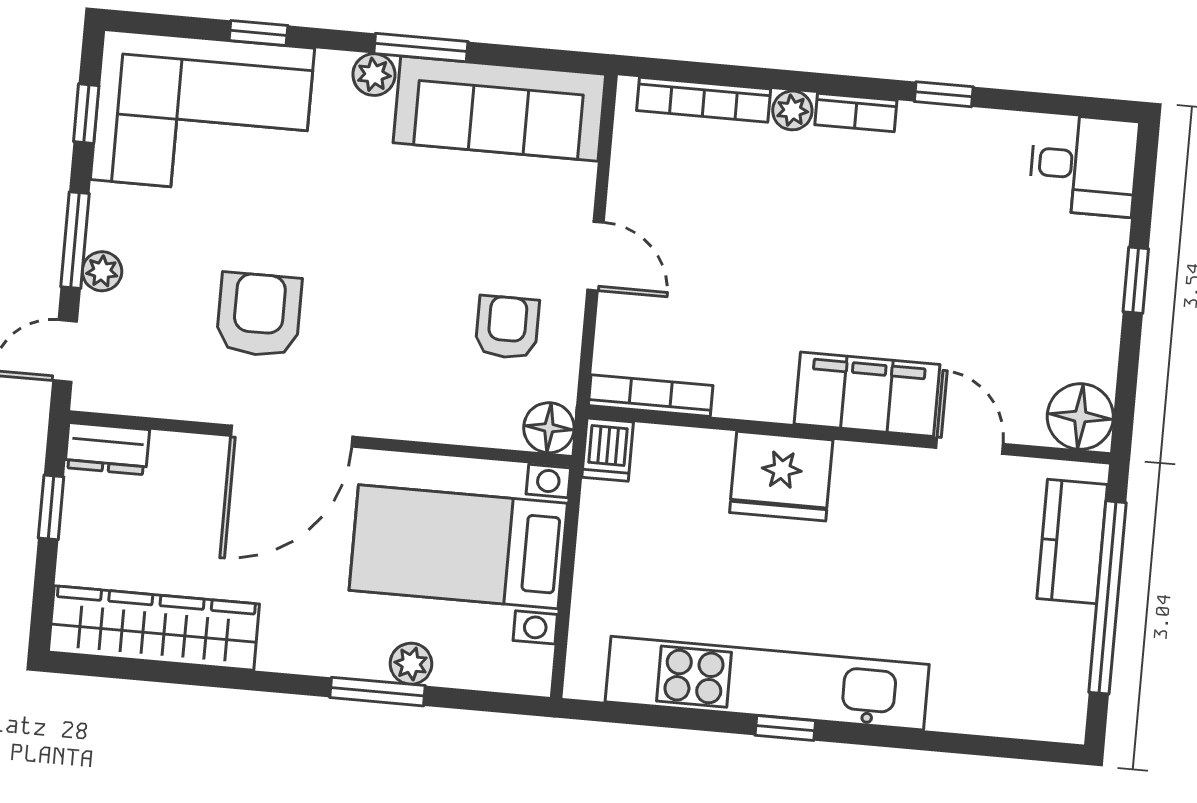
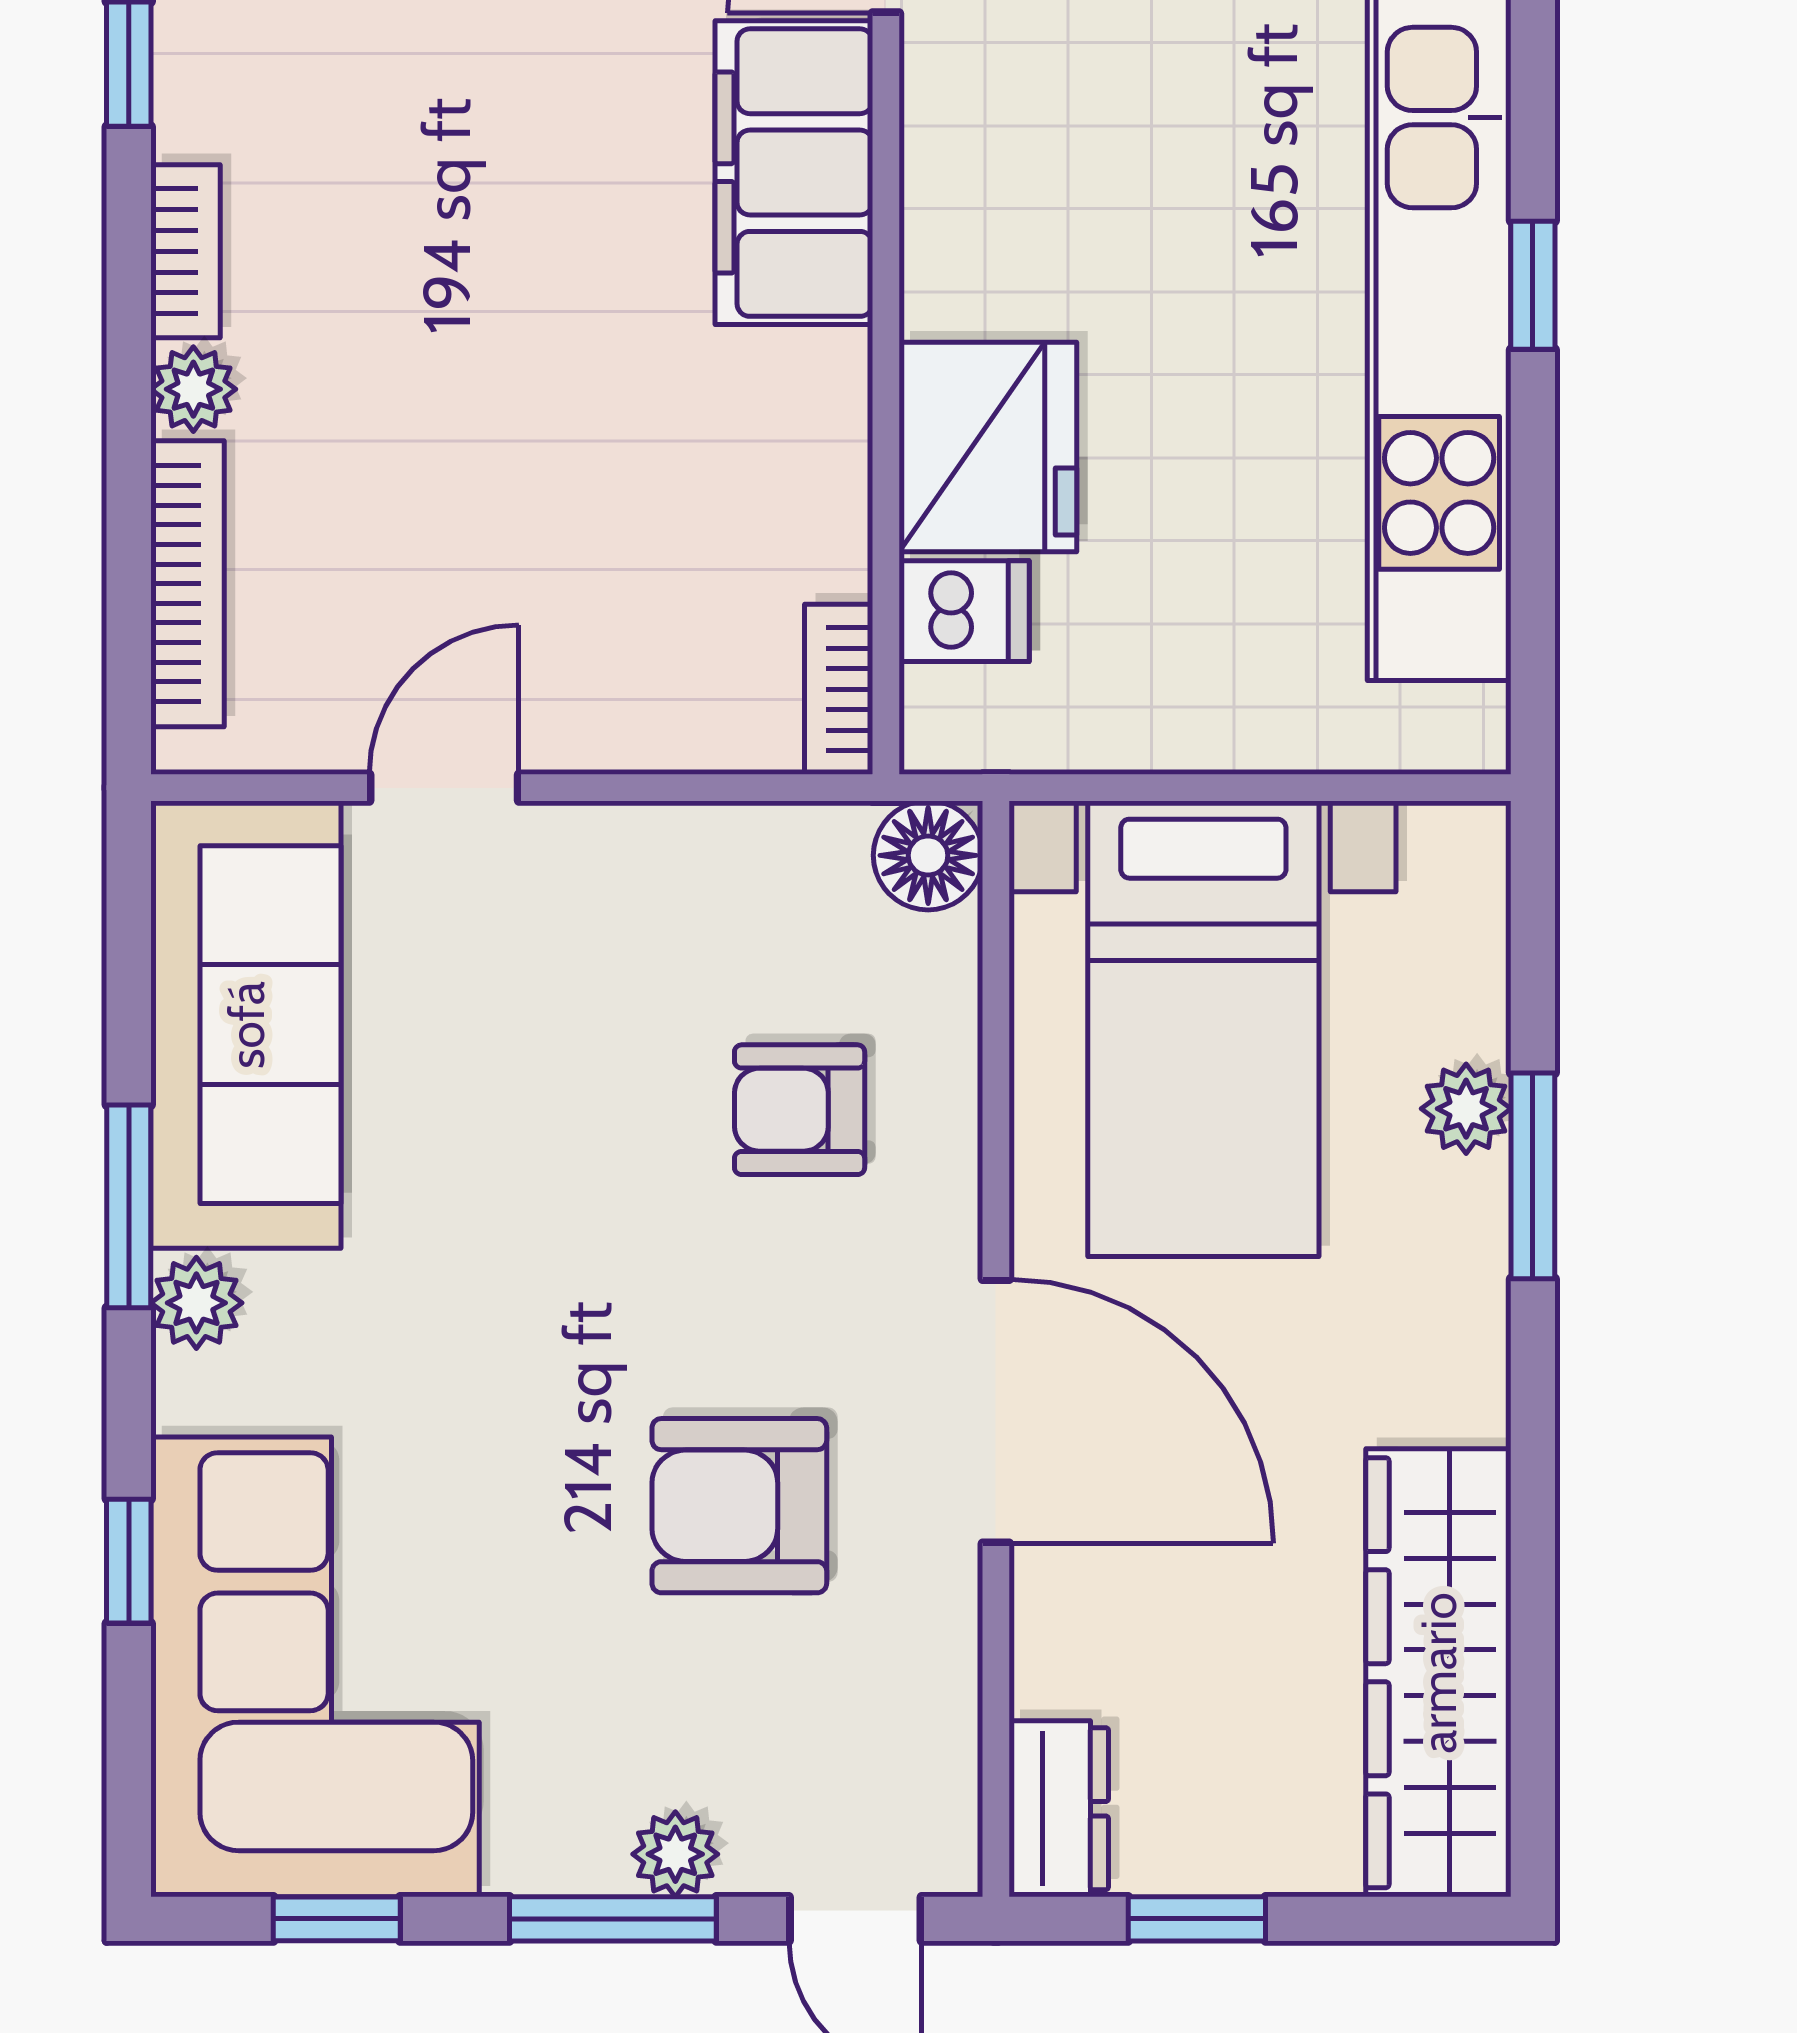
door: (596, 256) -> (444, 788), moved
armchair: (507, 327) -> (800, 1110), moved
bookcase: (651, 396) -> (839, 689), width x0.64
dishwasher: (608, 450) -> (964, 611), moved
fridge: (781, 476) -> (988, 447), moved

